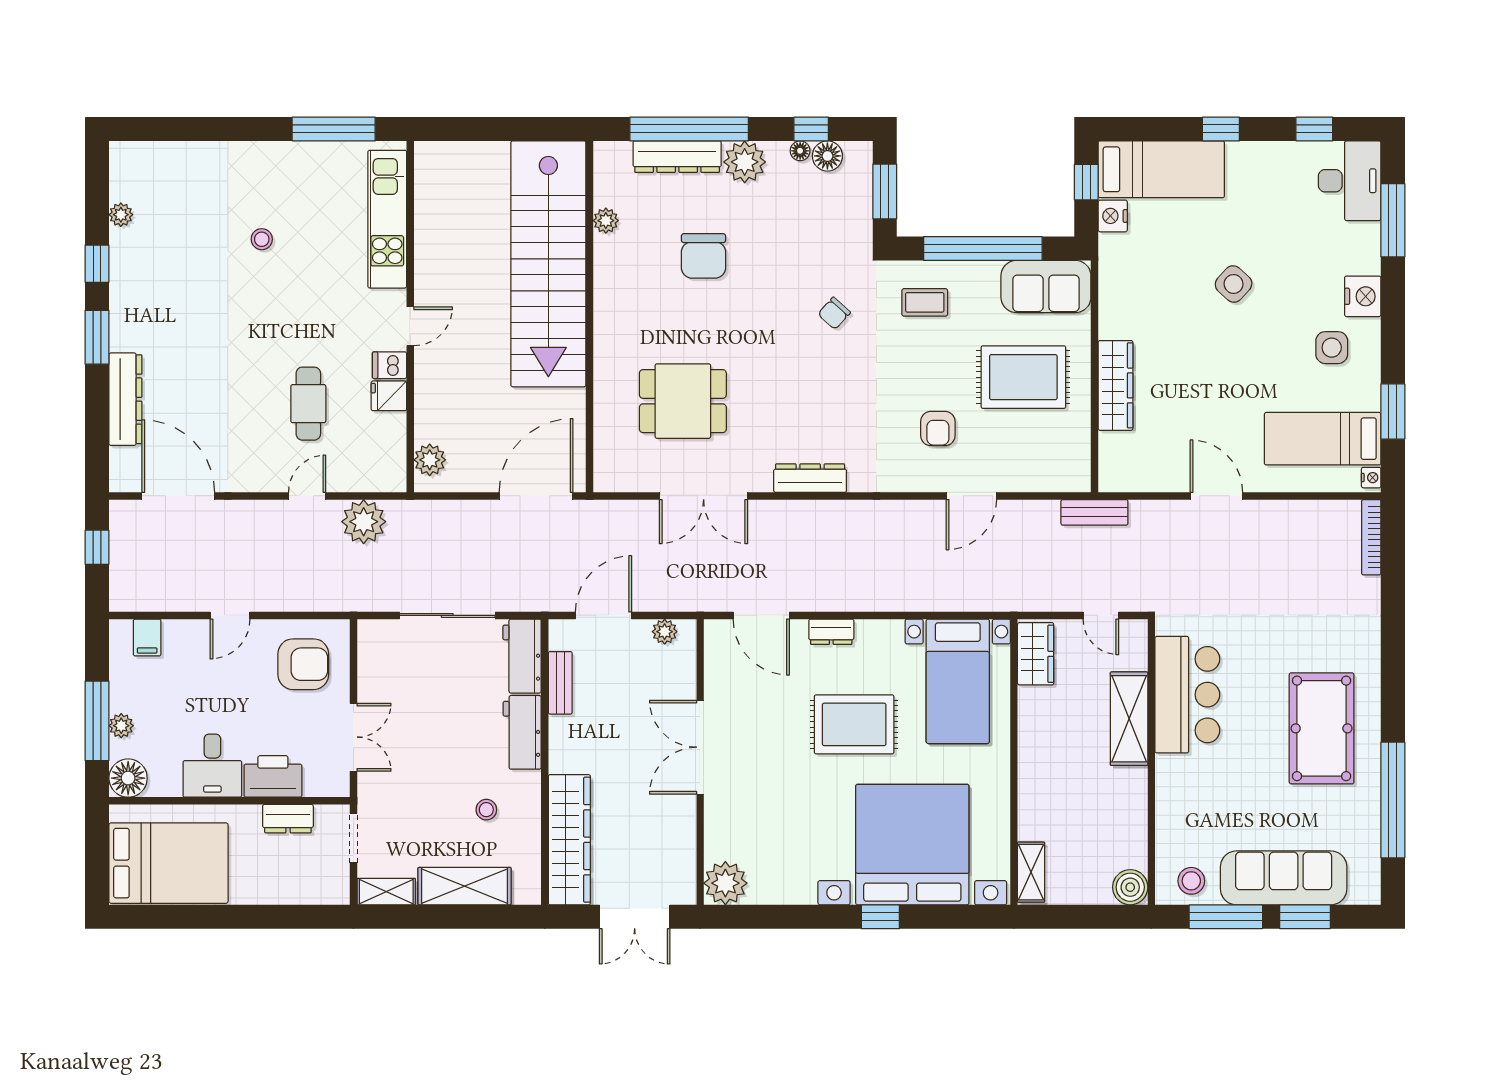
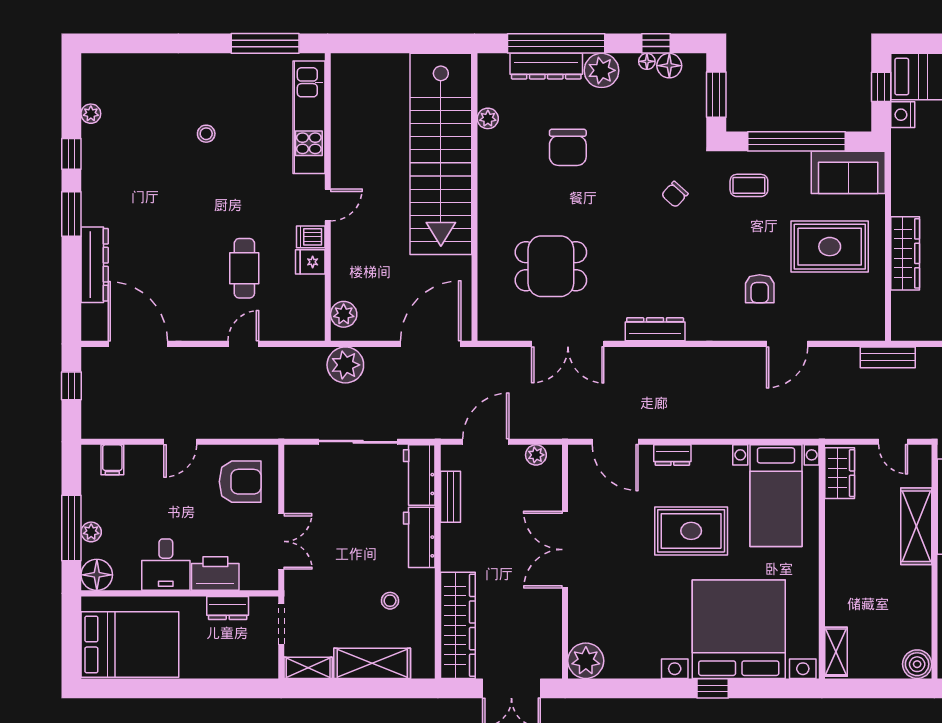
plant: (364, 522) -> (345, 365), moved

